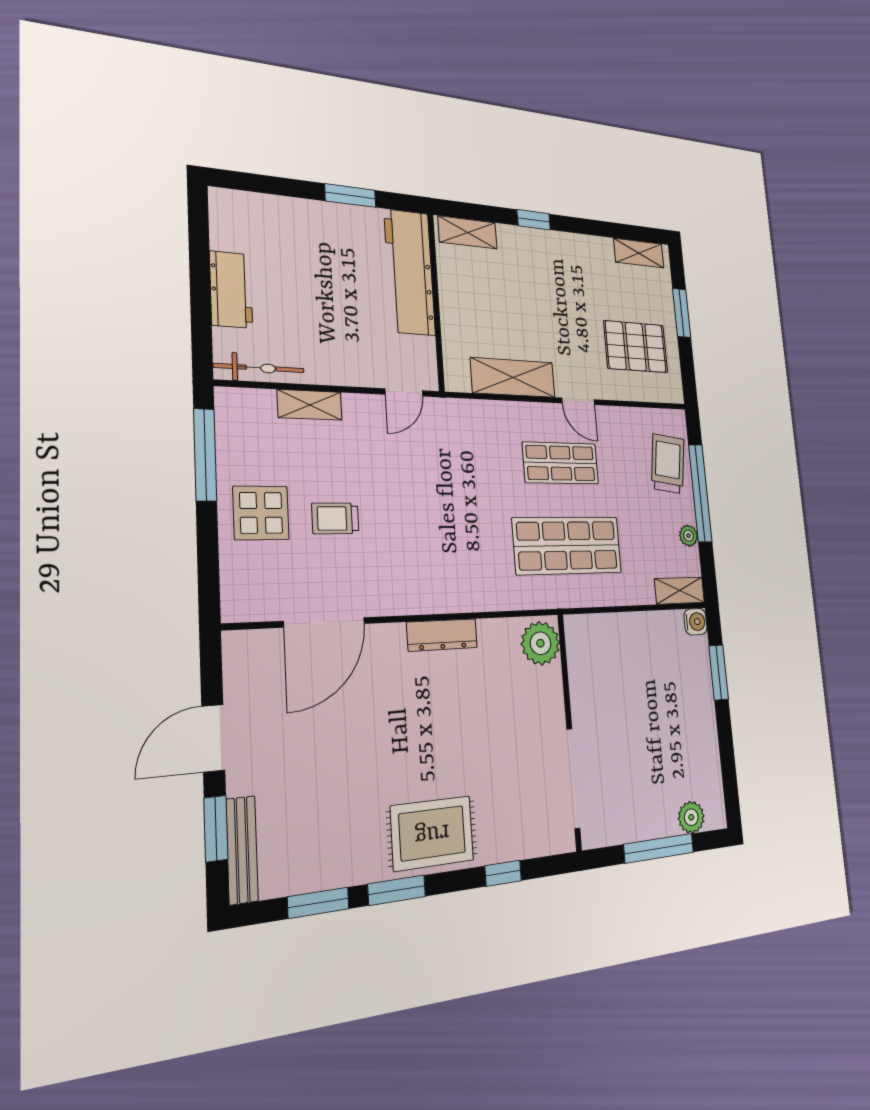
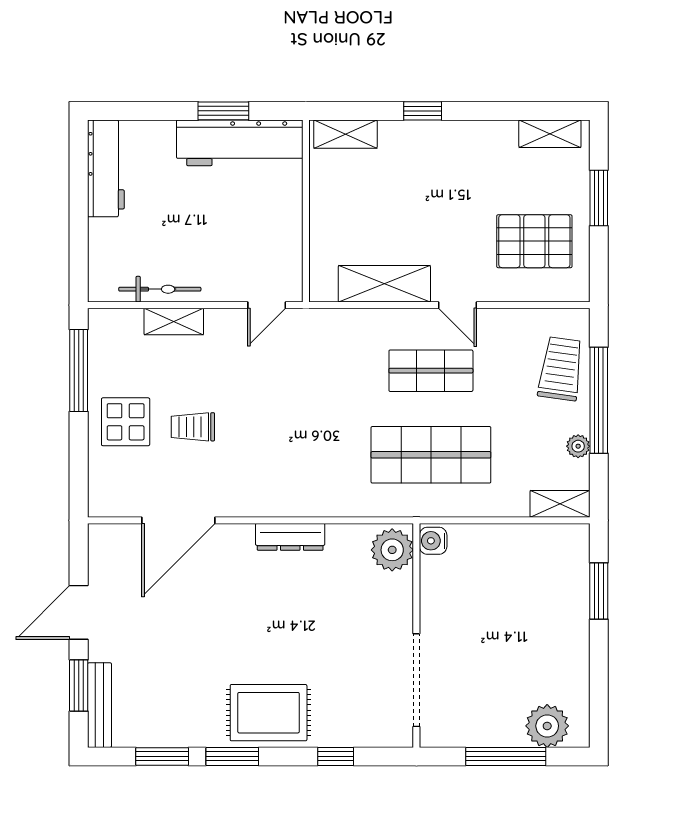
workbench: (410, 272) -> (240, 143), moved, turned -90
workbench: (231, 290) -> (106, 168), moved, width x1.38
bicycle: (259, 368) -> (160, 289), moved
water cooler: (696, 622) -> (433, 541), moved, turned 180
plant: (691, 817) -> (547, 726), width x1.36, depth x1.36

